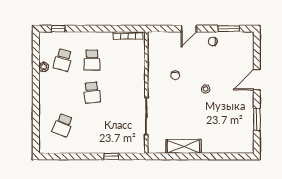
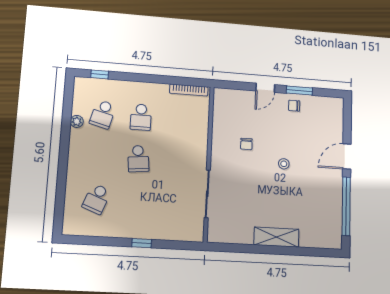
window: (229, 29) -> (299, 91), moved
window: (257, 119) -> (346, 206), width x2.11
shelving: (184, 146) -> (276, 237), moved
window: (111, 156) -> (142, 243), moved

